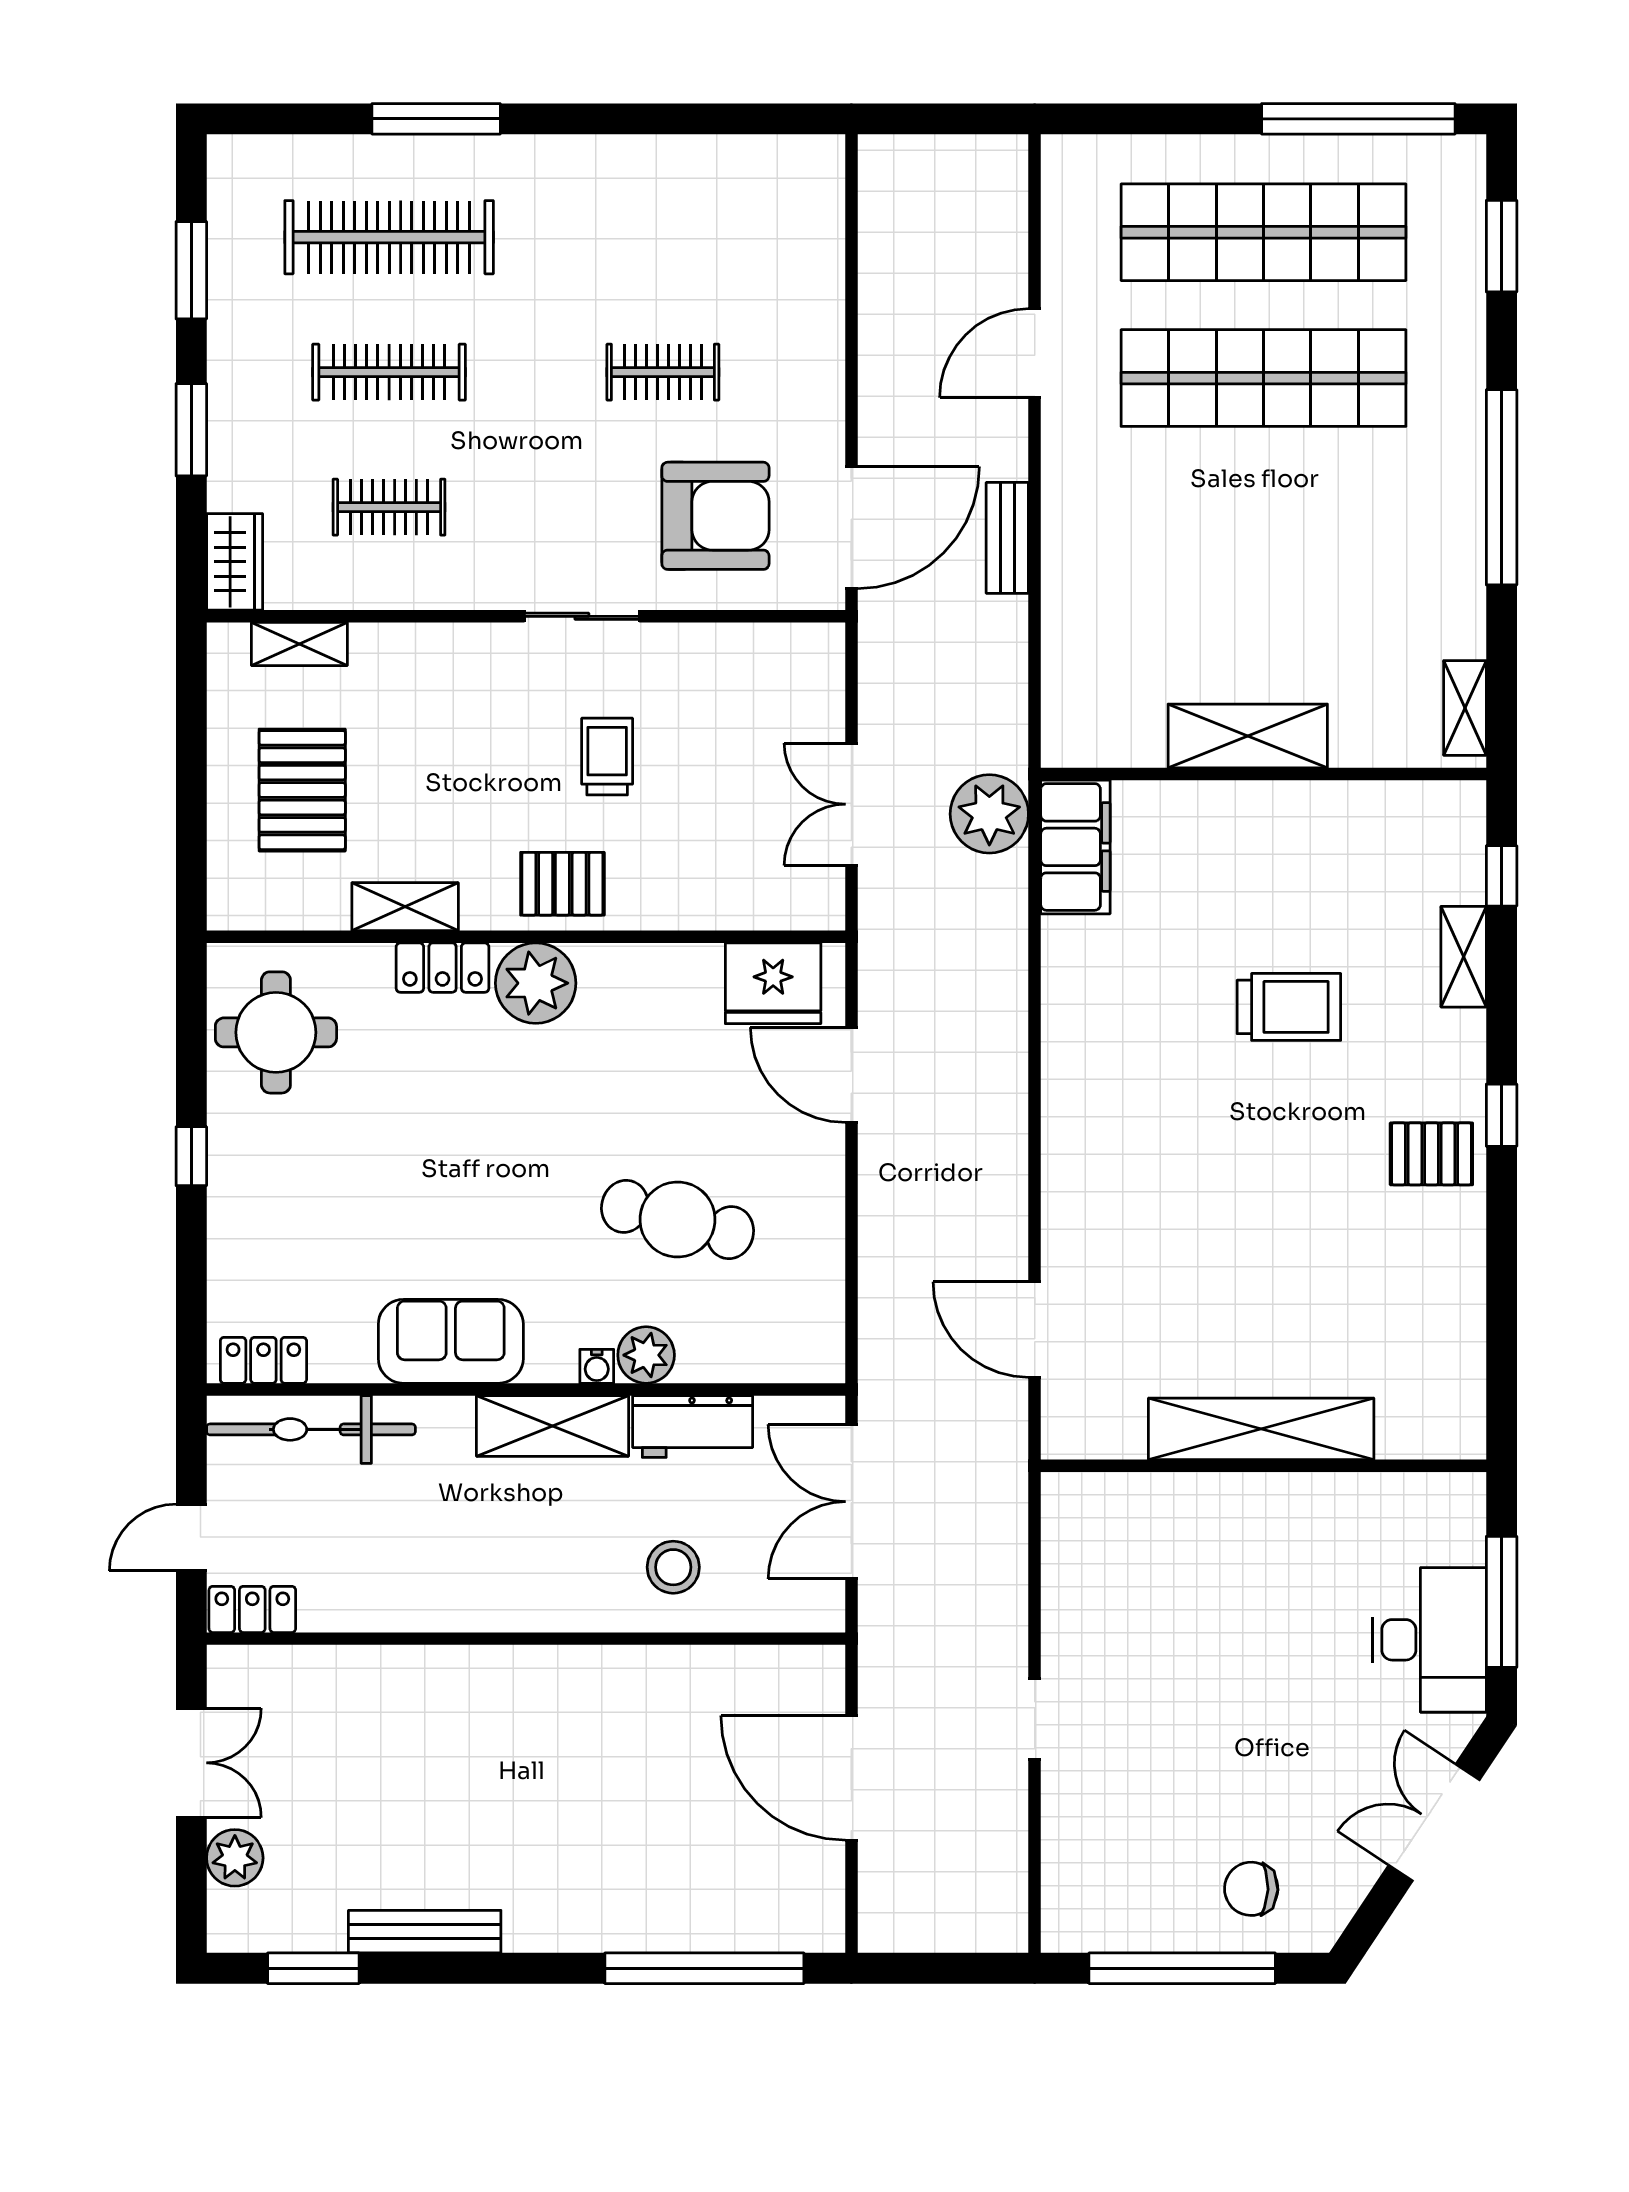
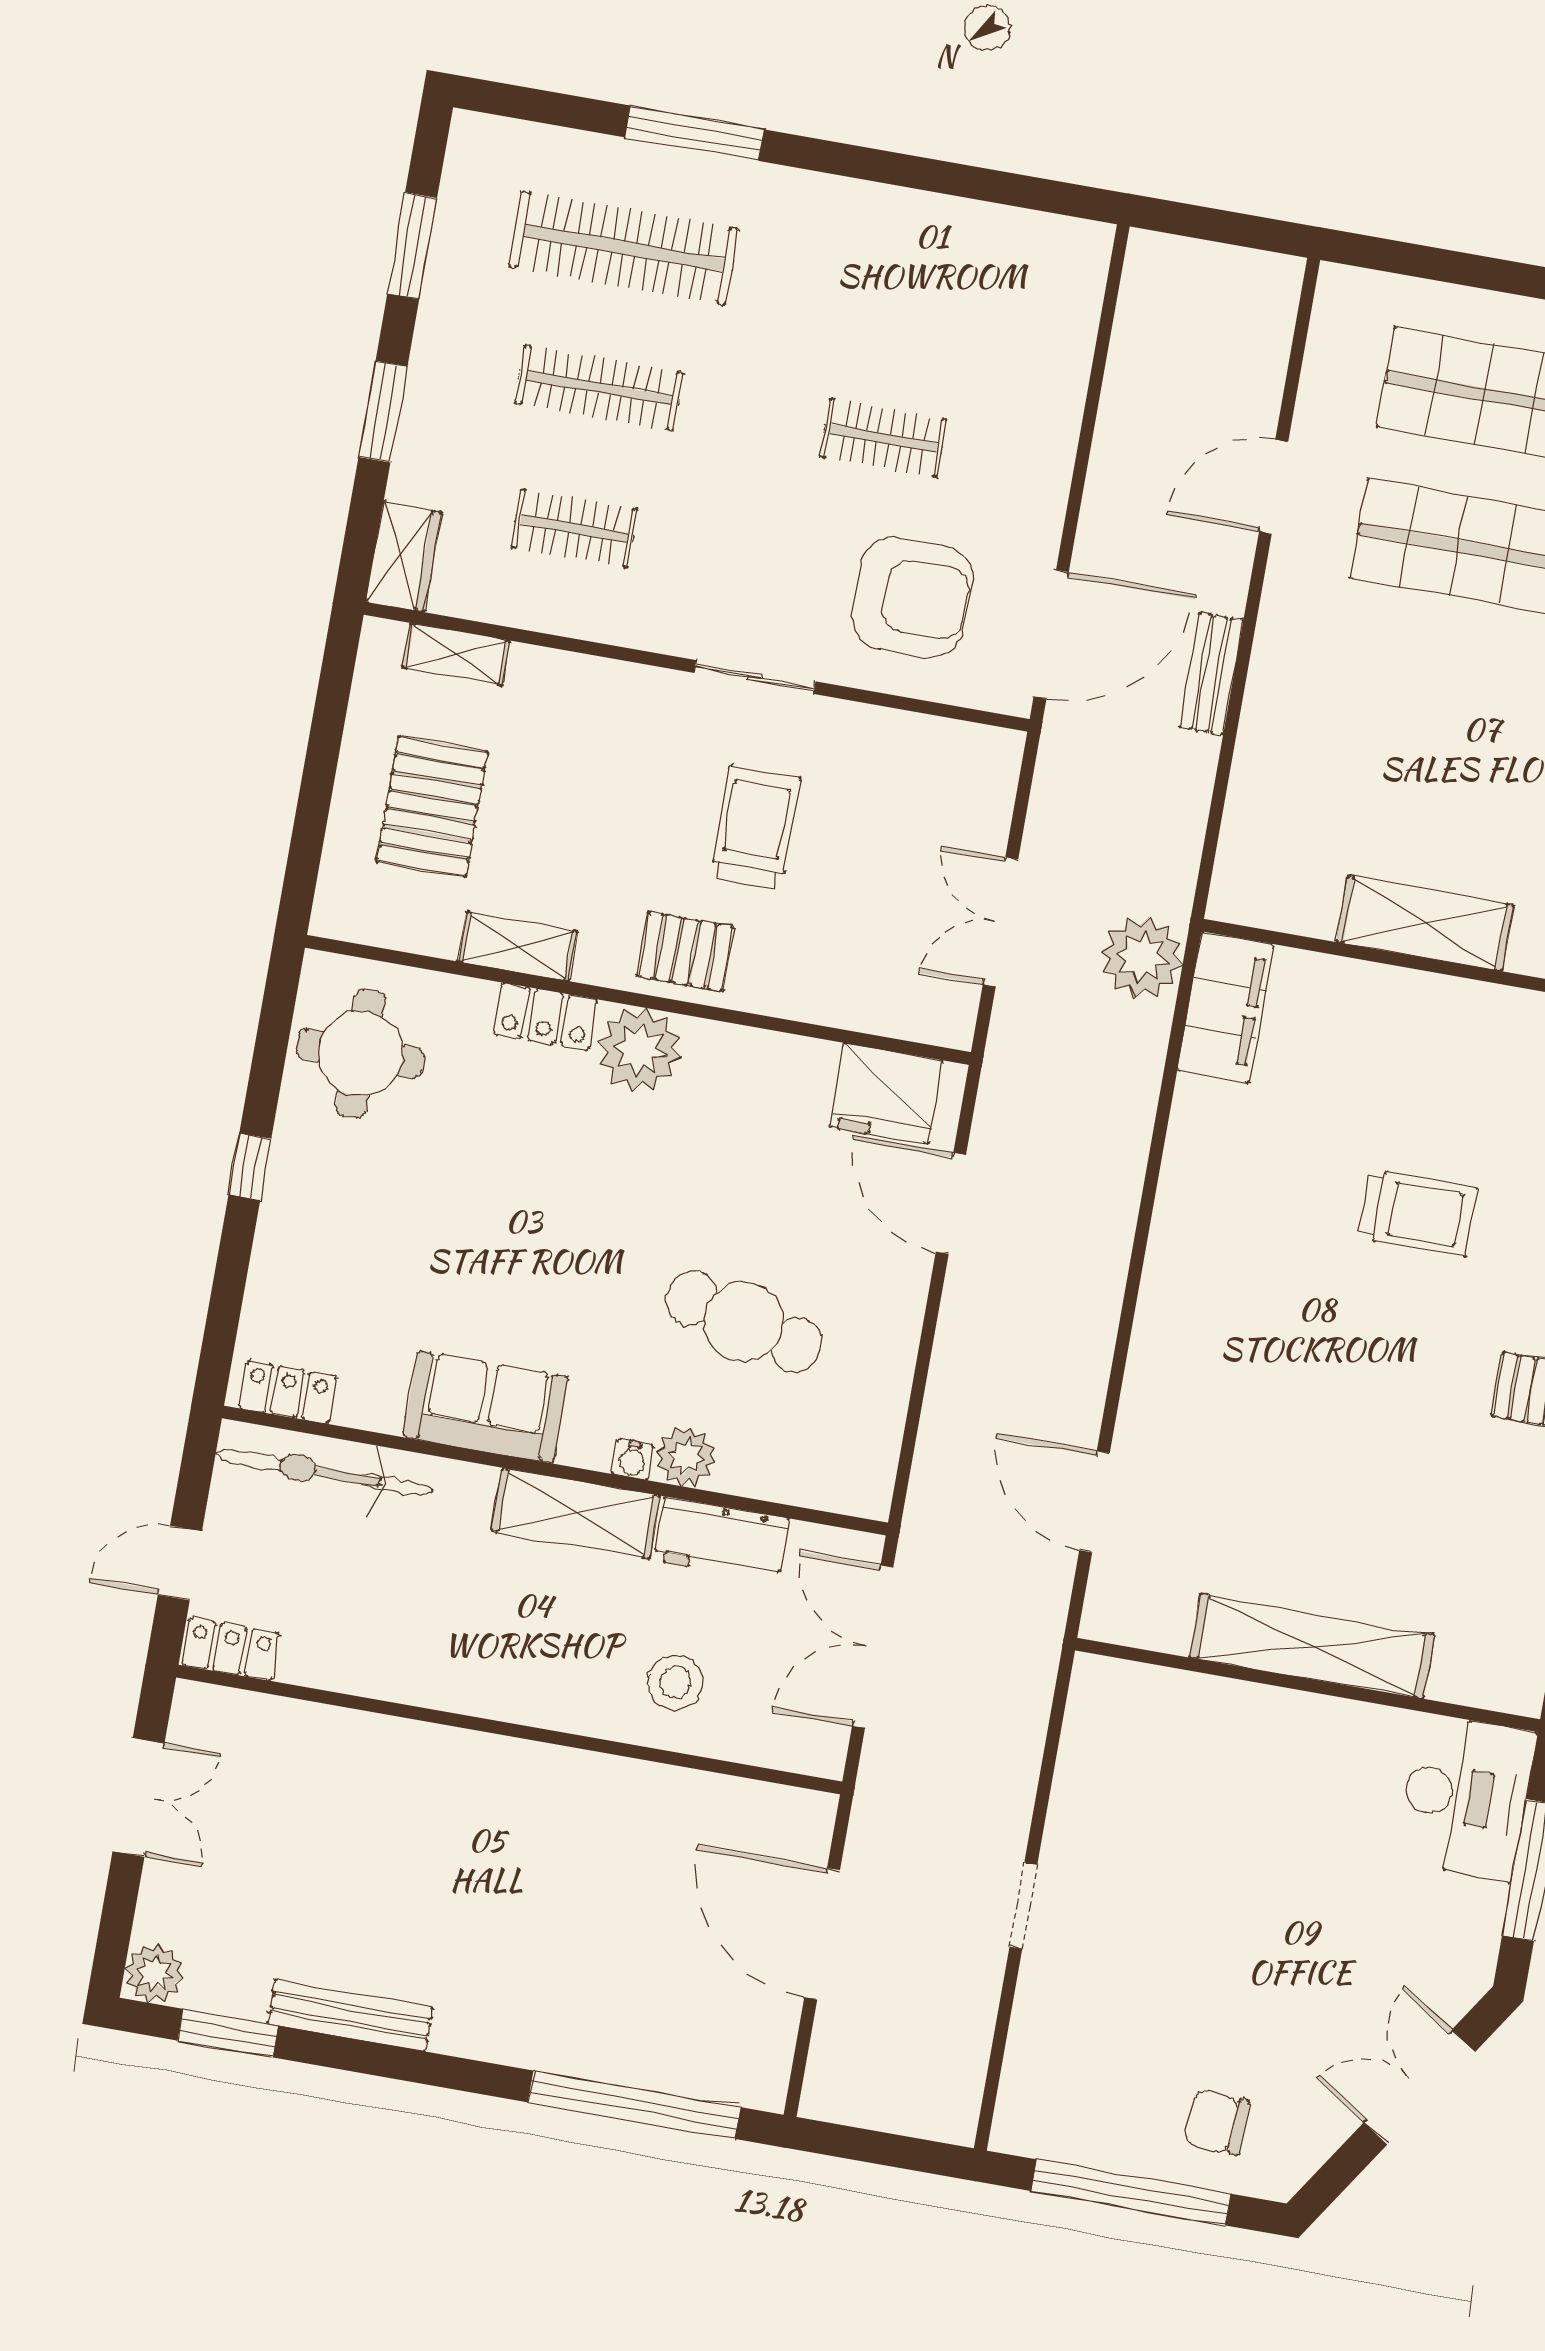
trolley: (607, 757) -> (755, 828), width x1.36, depth x1.39
desk: (1430, 1640) -> (1466, 1797), moved
plant: (235, 1858) -> (154, 1973), moved

